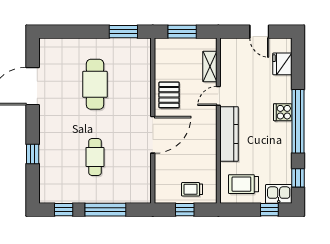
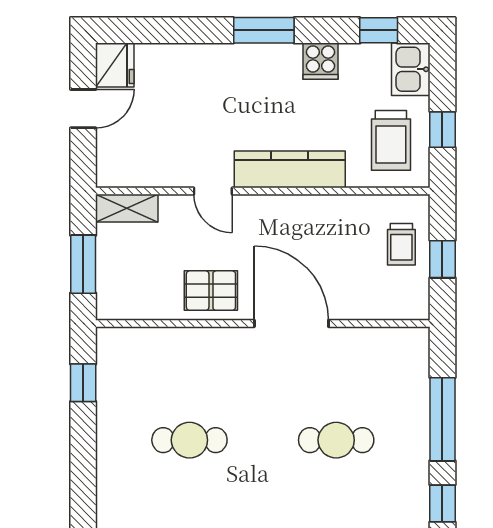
window: (123, 32) -> (83, 383), width x0.67
fridge: (282, 64) -> (115, 65), moved, turned -90
shelving: (210, 66) -> (127, 208), moved
cafe table: (95, 84) -> (189, 440), width x0.73, depth x0.74
cooker: (283, 112) -> (321, 61), moved
window: (298, 121) -> (264, 30), width x0.47
window: (269, 210) -> (442, 130), moved

